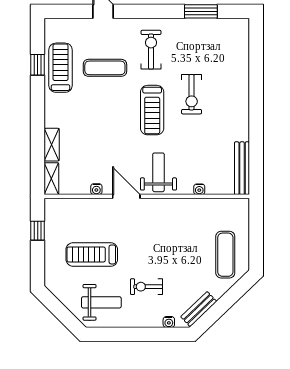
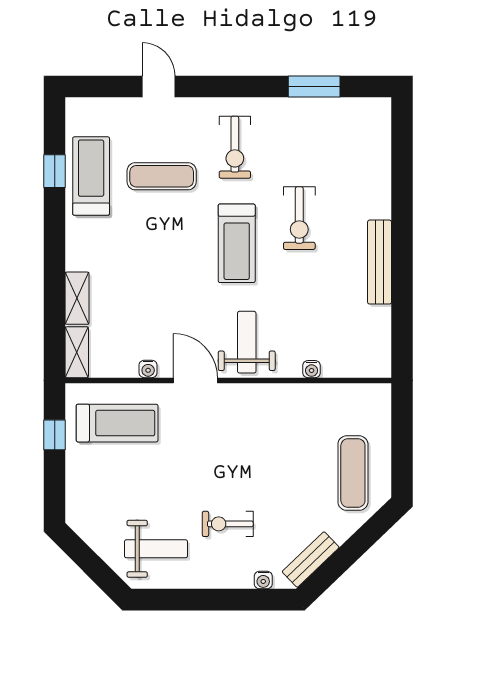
exercise bike: (151, 50) -> (235, 147), turned 180
bench: (242, 168) -> (380, 262), moved
treadmill: (92, 254) -> (117, 423), moved, turned 180

